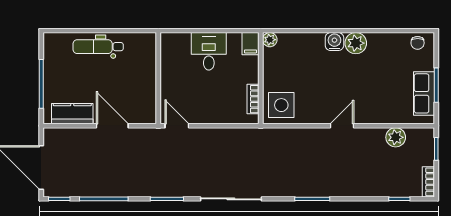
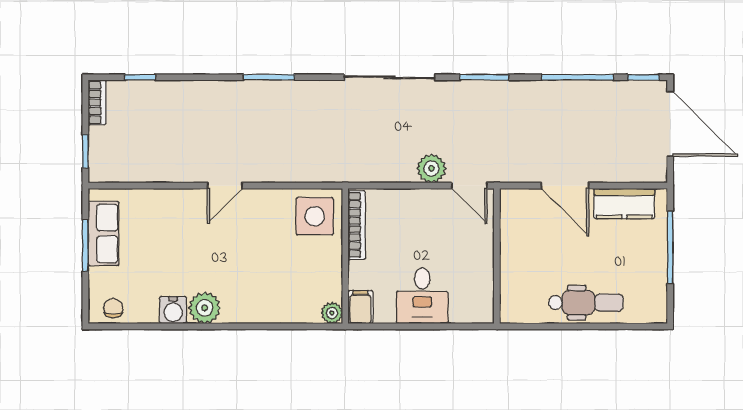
water cooler: (334, 42) -> (173, 310), moved
bookcase: (253, 99) -> (357, 225), width x1.56
plant: (396, 137) -> (431, 168), moved

